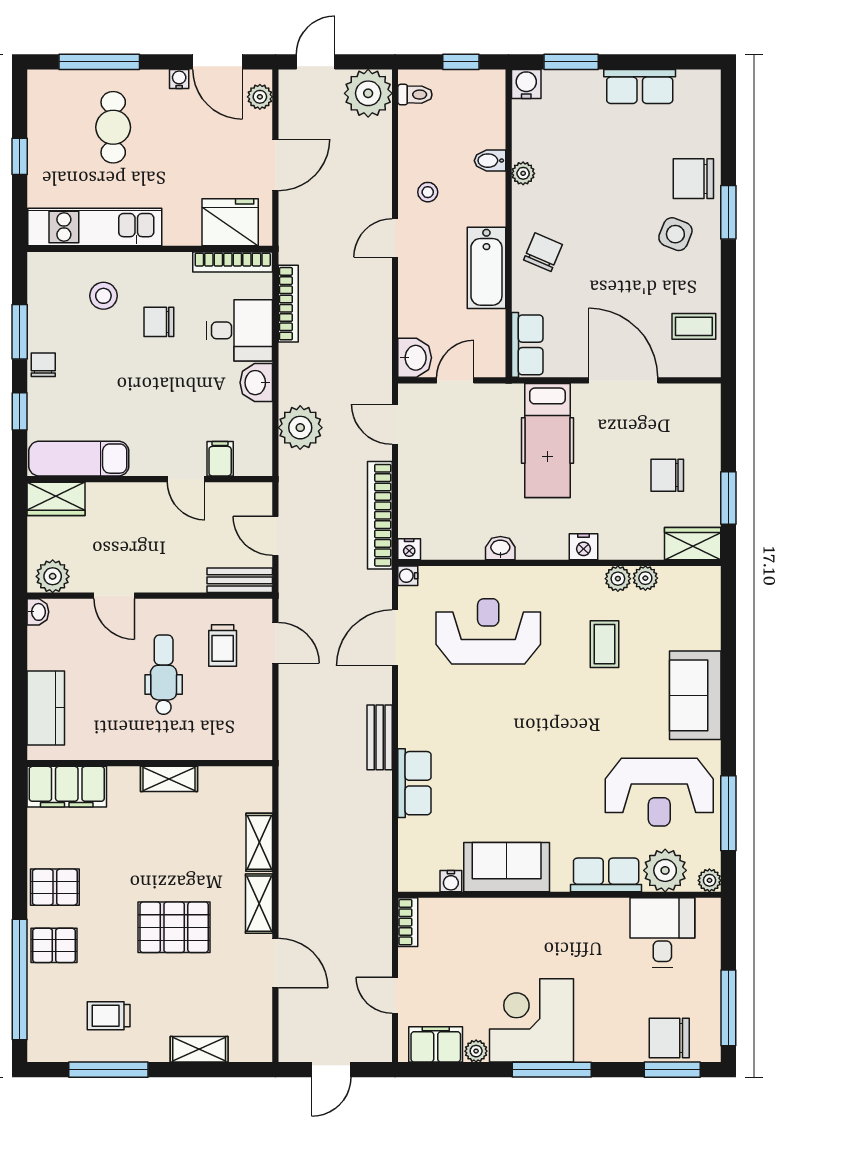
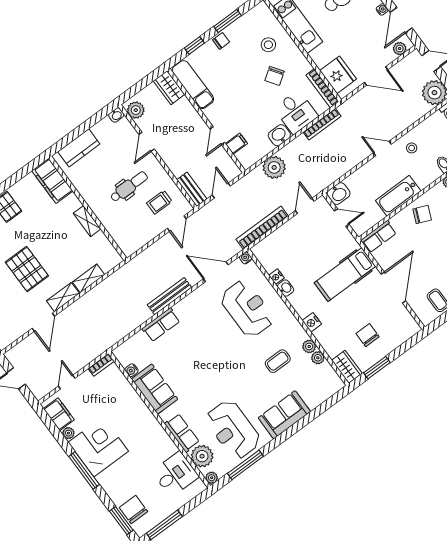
chair: (159, 322) -> (275, 76), turned -125
nightstand: (409, 549) -> (276, 277), moved
bench: (380, 737) -> (169, 296), width x1.36

